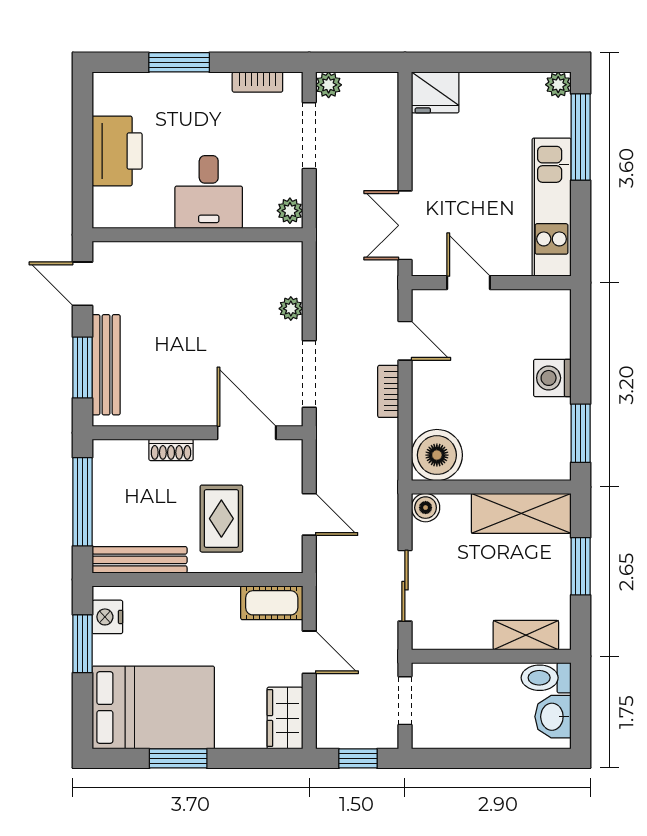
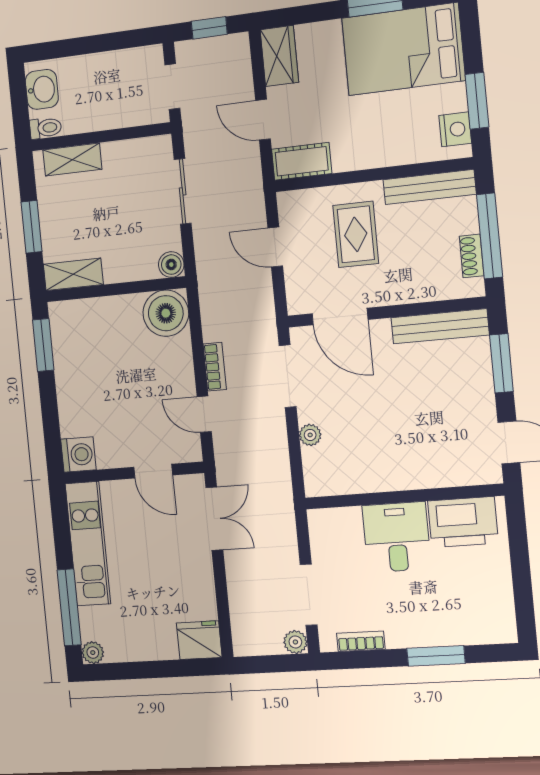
printer: (117, 151) -> (463, 522), moved, turned -90
plant: (290, 211) -> (320, 525), removed
bench: (106, 365) -> (440, 326), moved, turned 90
washing machine: (552, 378) -> (78, 454), moved
shoe rack: (171, 450) -> (472, 256), moved, turned -90
shelving: (521, 513) -> (73, 274), width x0.67, depth x0.75
toilet: (546, 678) -> (46, 128), width x0.73, depth x0.72

